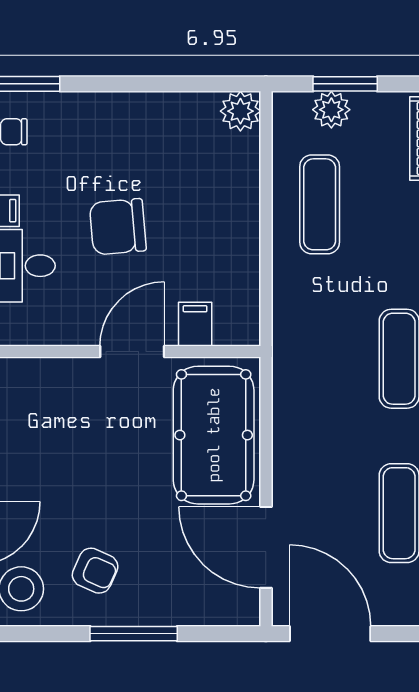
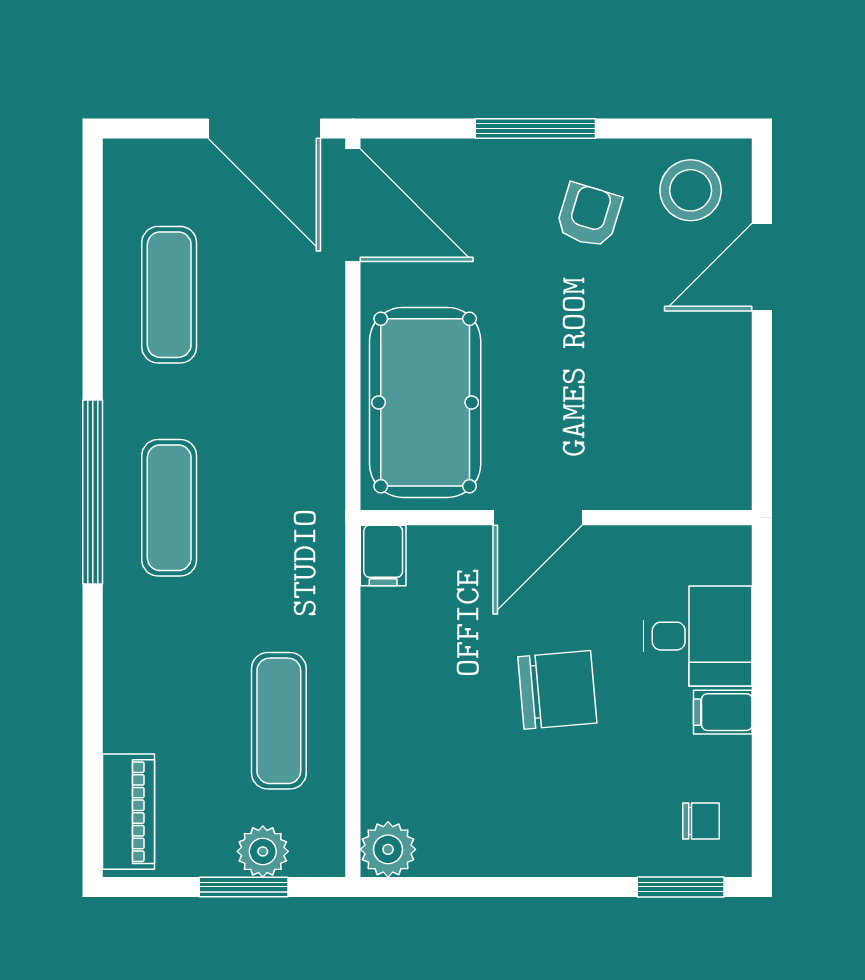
filing cabinet: (195, 324) -> (383, 555), moved
door: (266, 547) -> (353, 205), moved
armchair: (95, 571) -> (589, 215), turned 83

